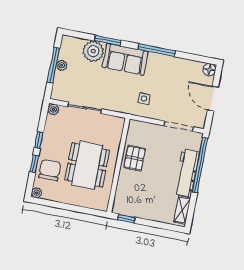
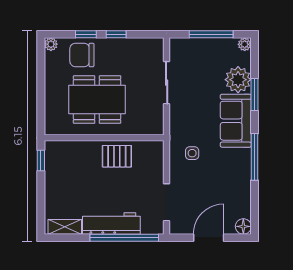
plant: (62, 65) -> (245, 44), moved
plant: (53, 109) -> (157, 45), removed
chair: (50, 170) -> (82, 55), turned 180

